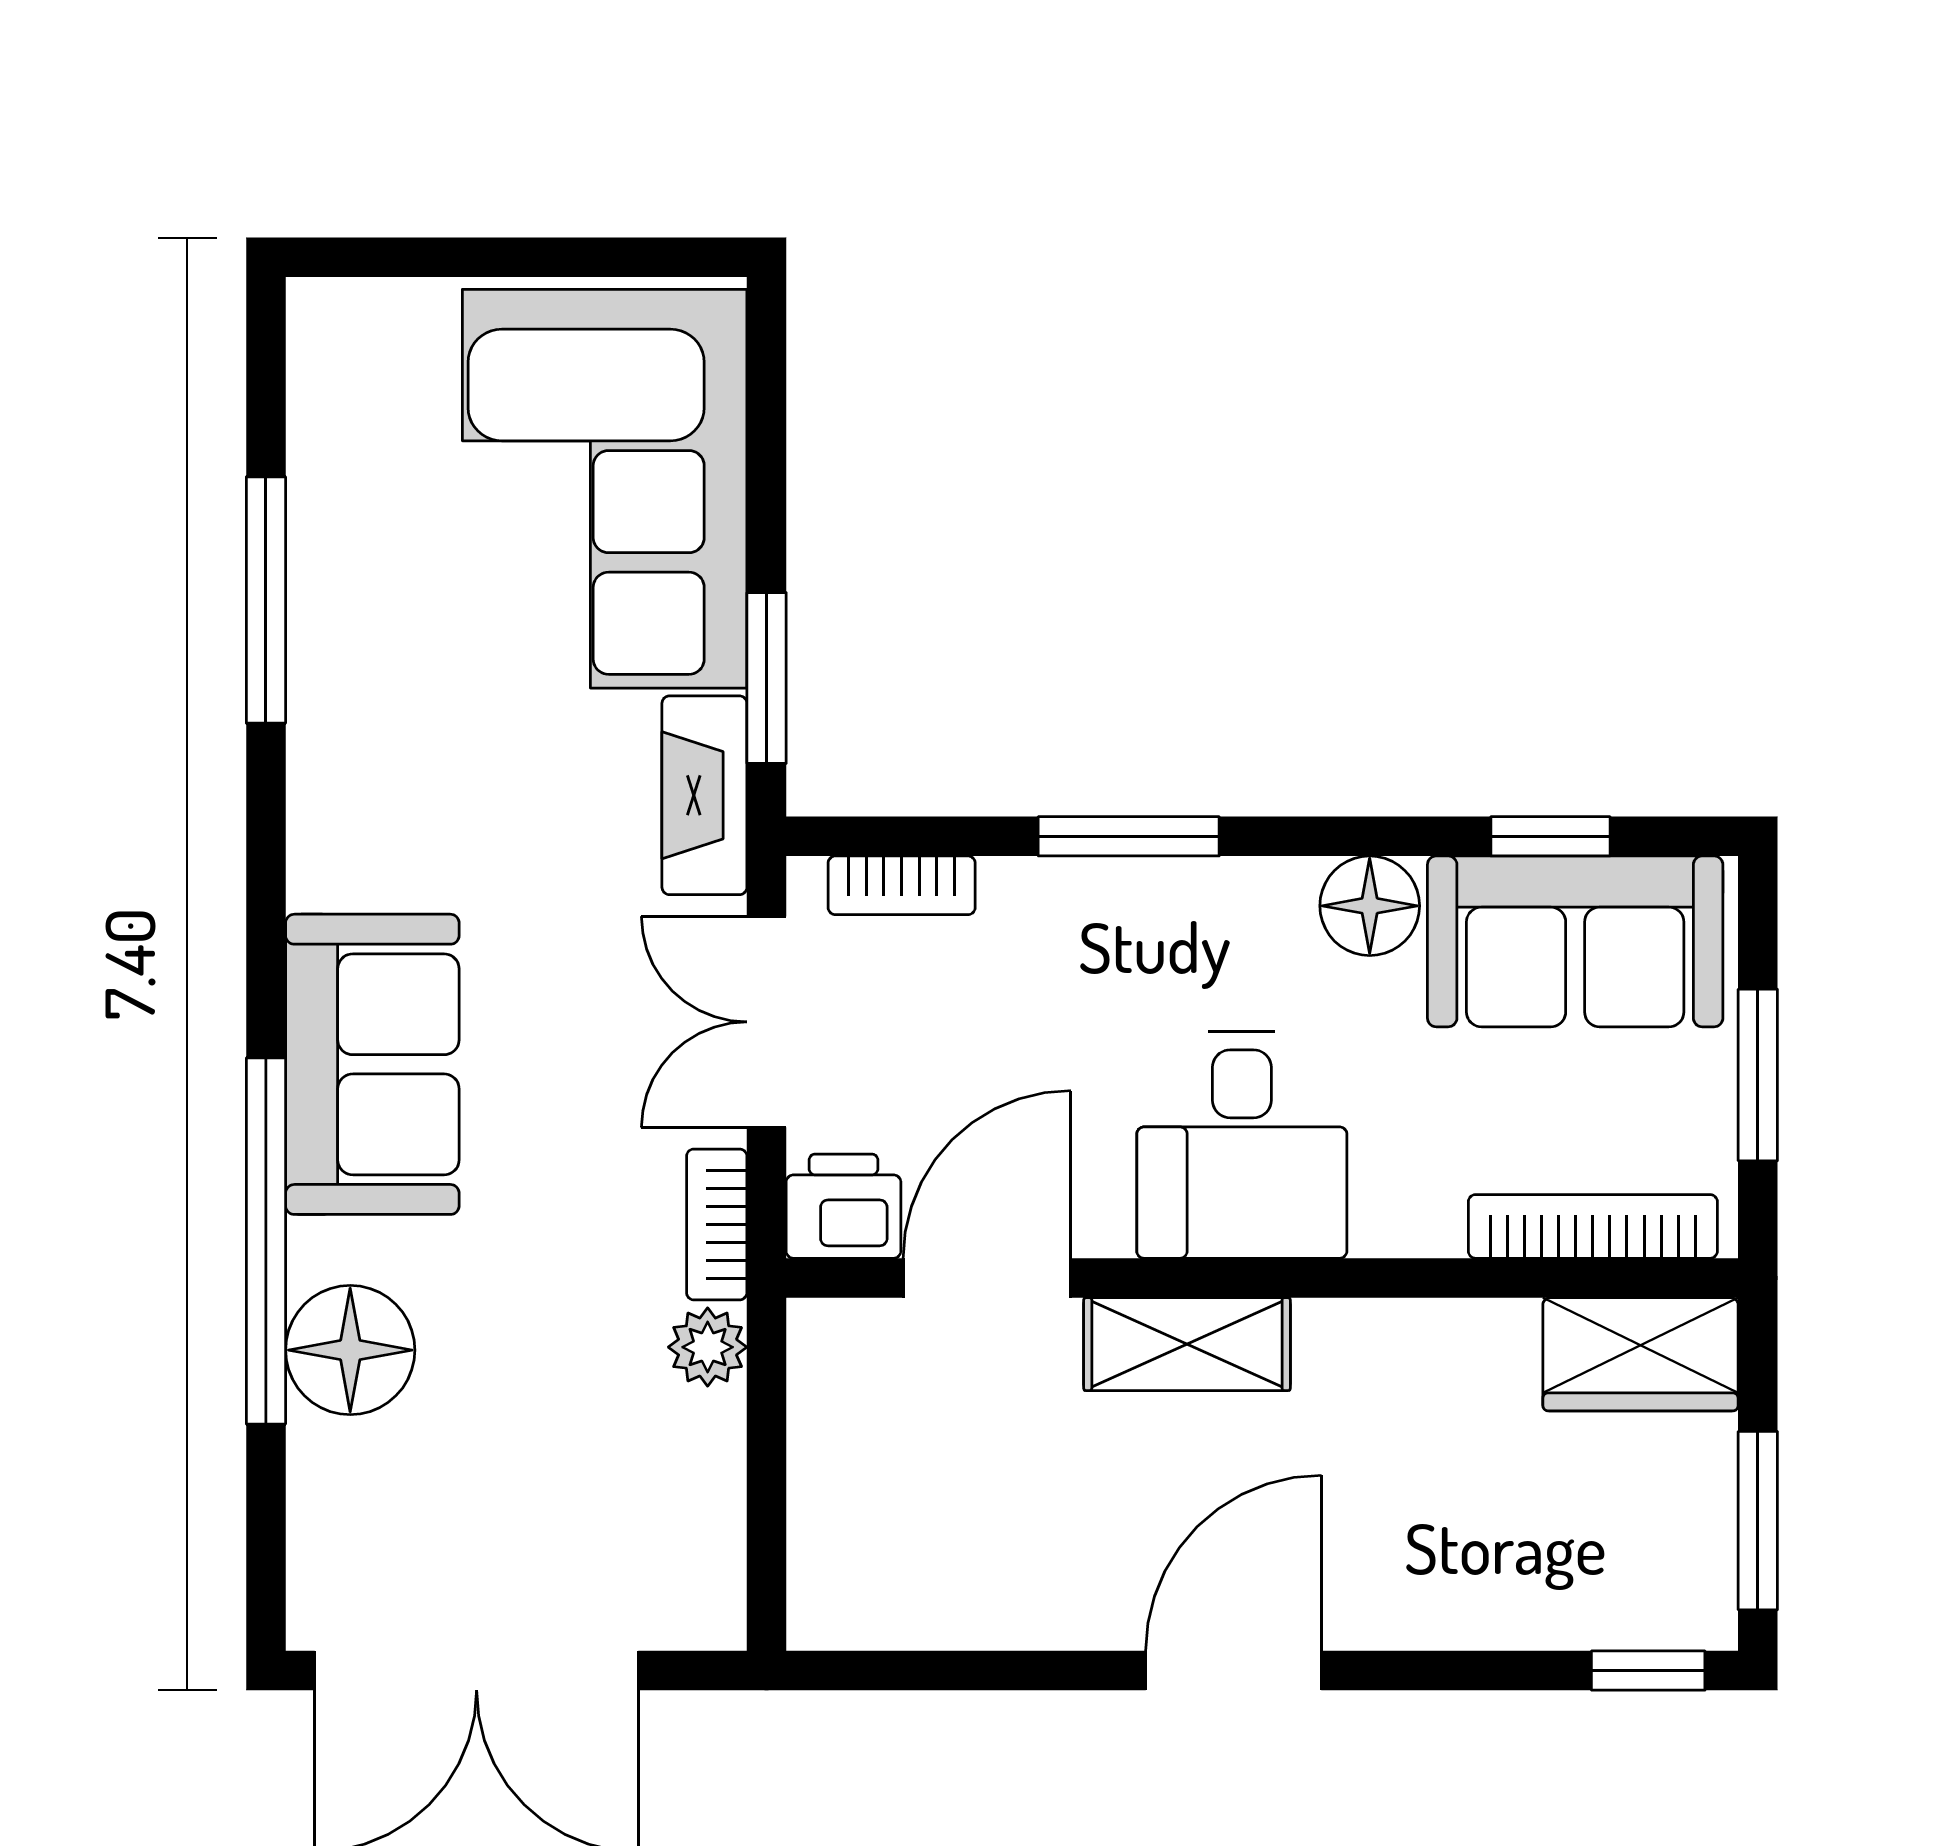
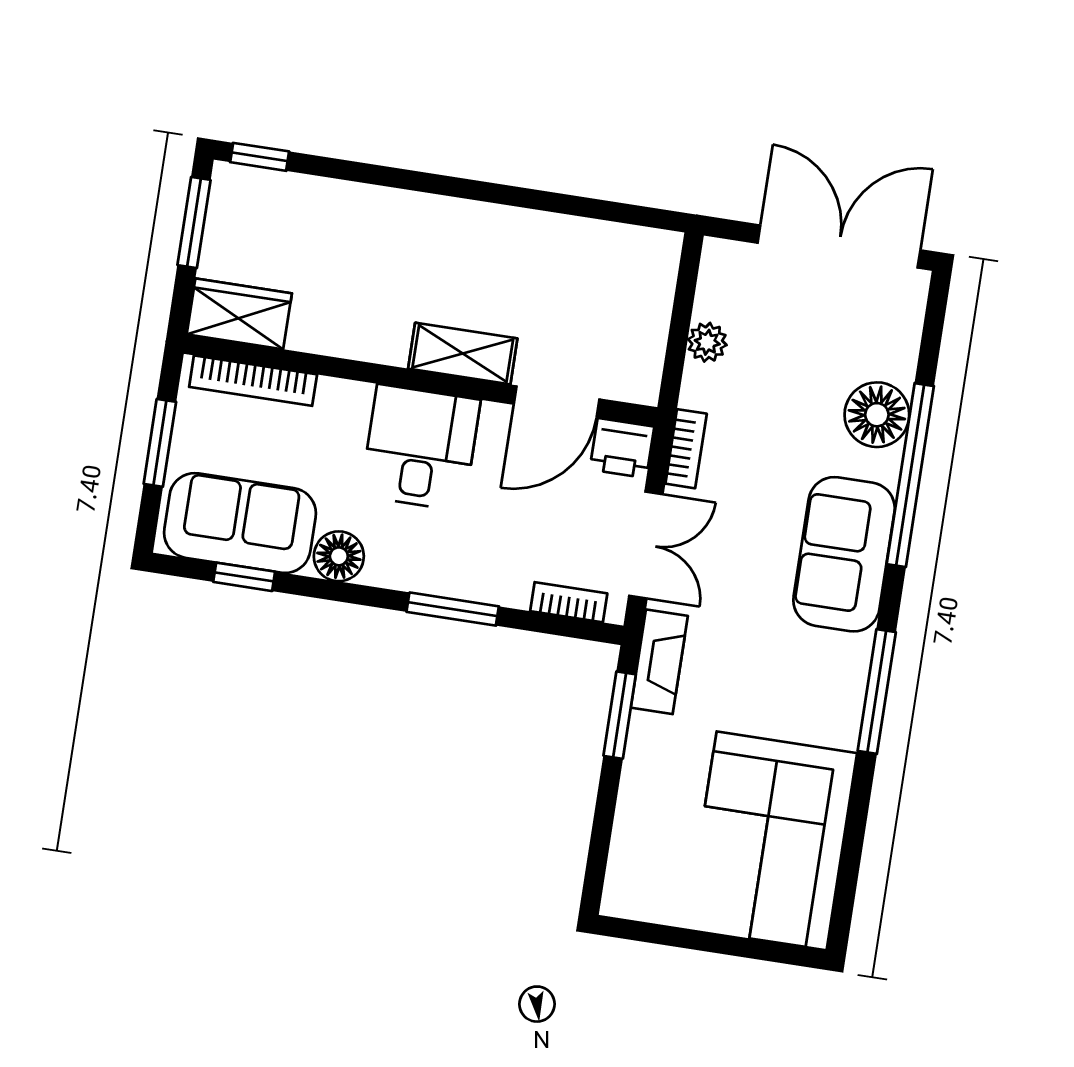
corner sofa: (605, 489) -> (772, 841), moved, turned 180
window: (266, 600) -> (877, 691), moved
plant: (708, 1347) -> (707, 342), moved
door: (1234, 1671) -> (465, 189), removed

